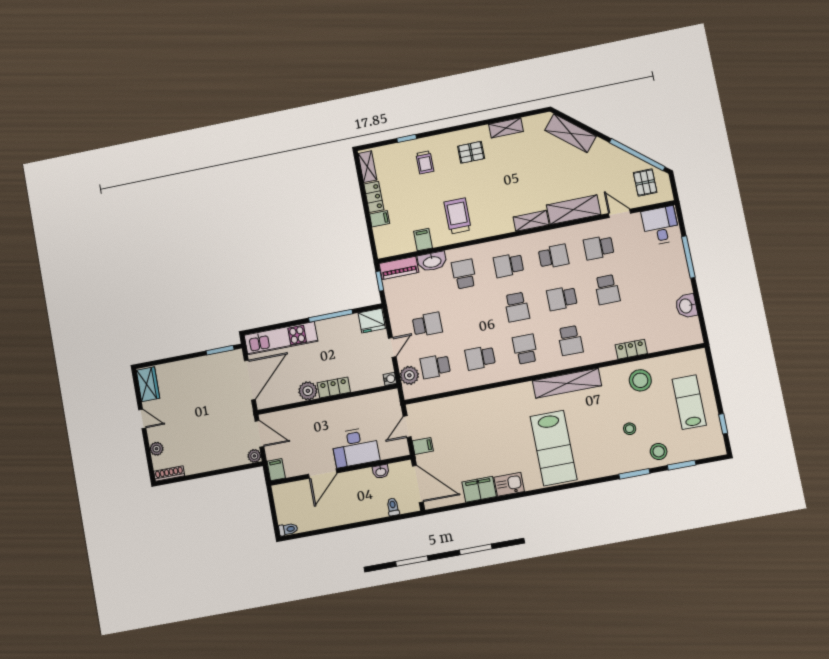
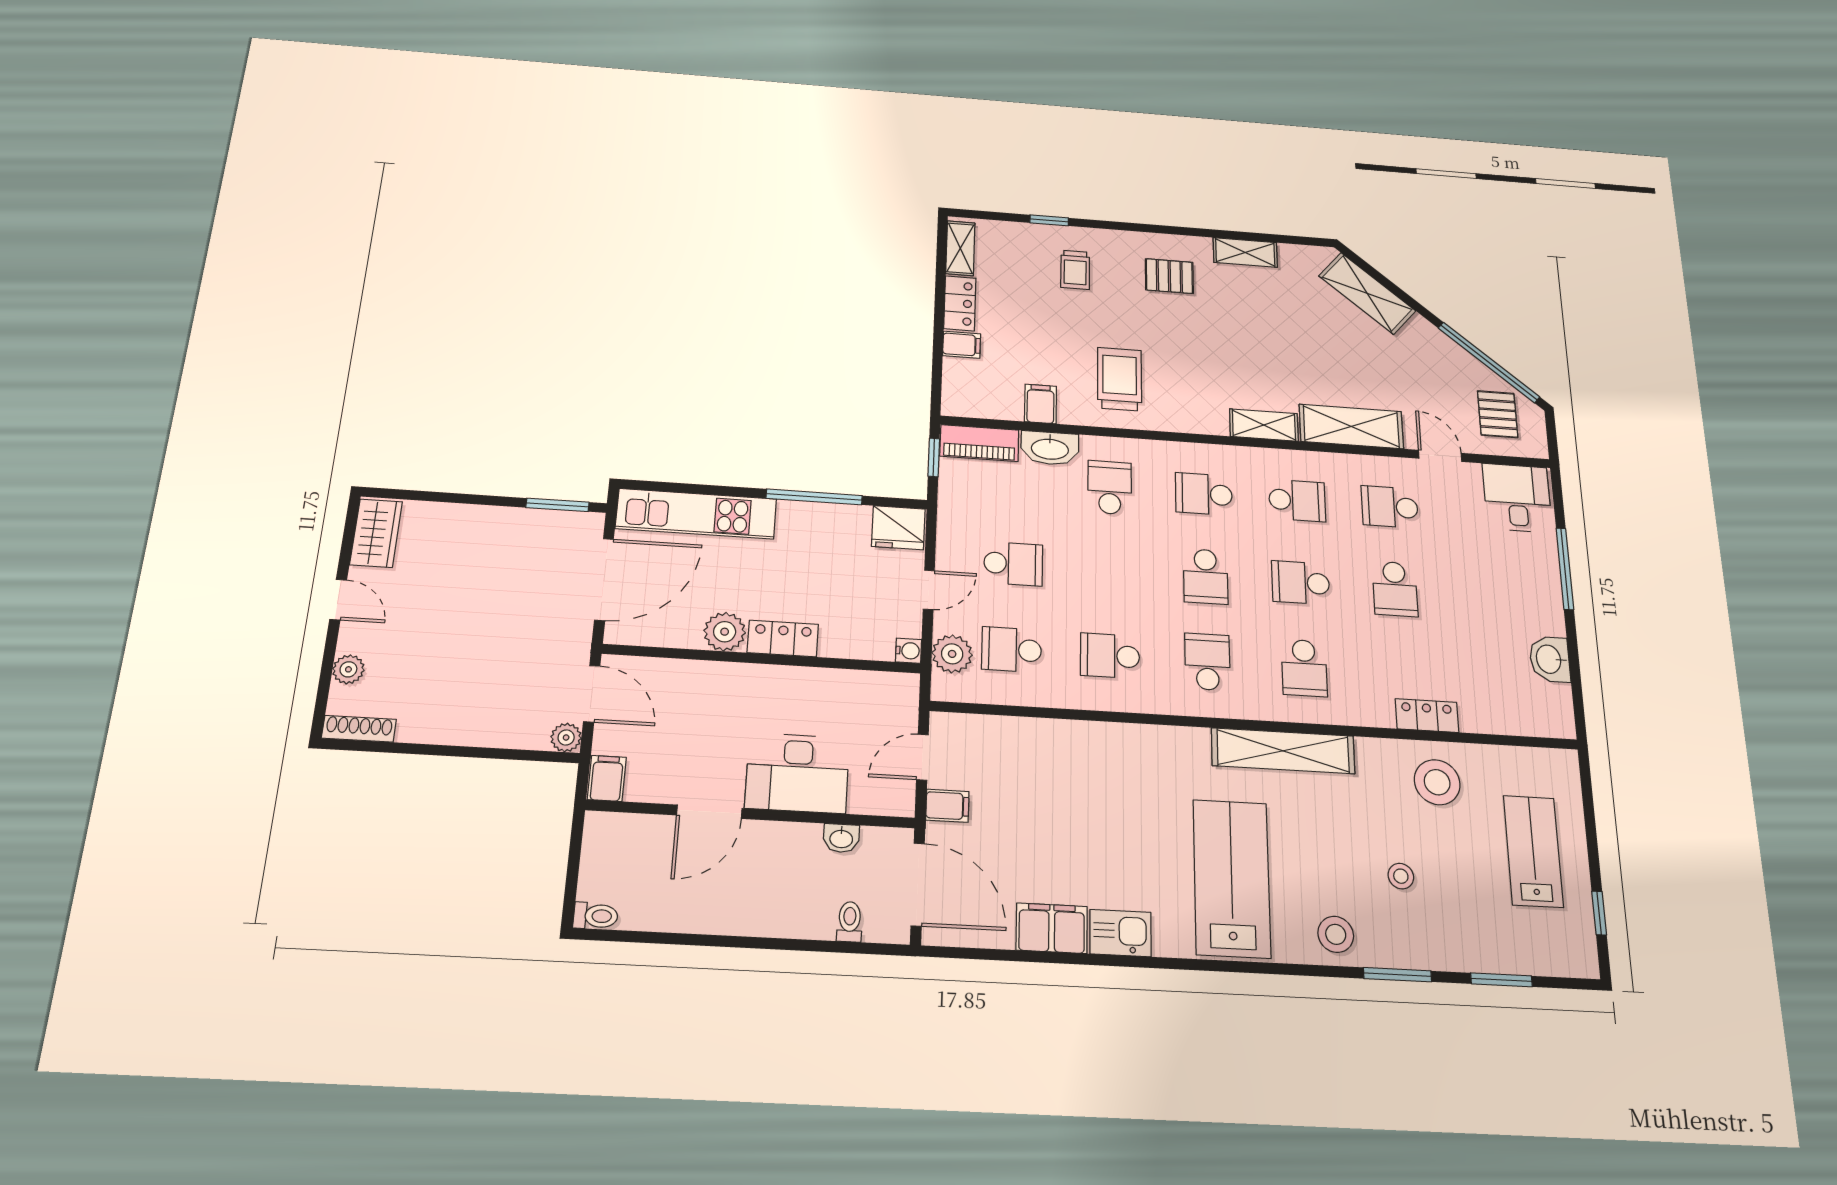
lab bench: (554, 448) -> (1232, 878), turned 180
stool: (659, 451) -> (1336, 934), moved

